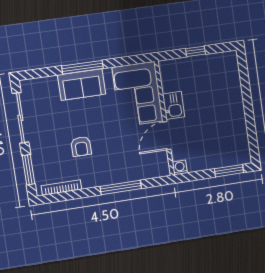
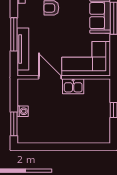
washing machine: (180, 168) -> (23, 111), moved
tv unit: (137, 174) -> (23, 49), added

